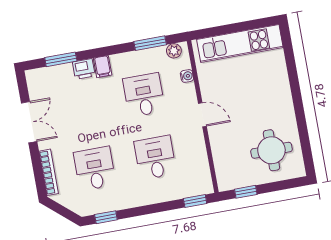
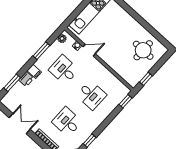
window: (150, 43) -> (41, 51), moved
door: (202, 115) -> (89, 50), moved
desk: (155, 158) -> (91, 95), turned 180

